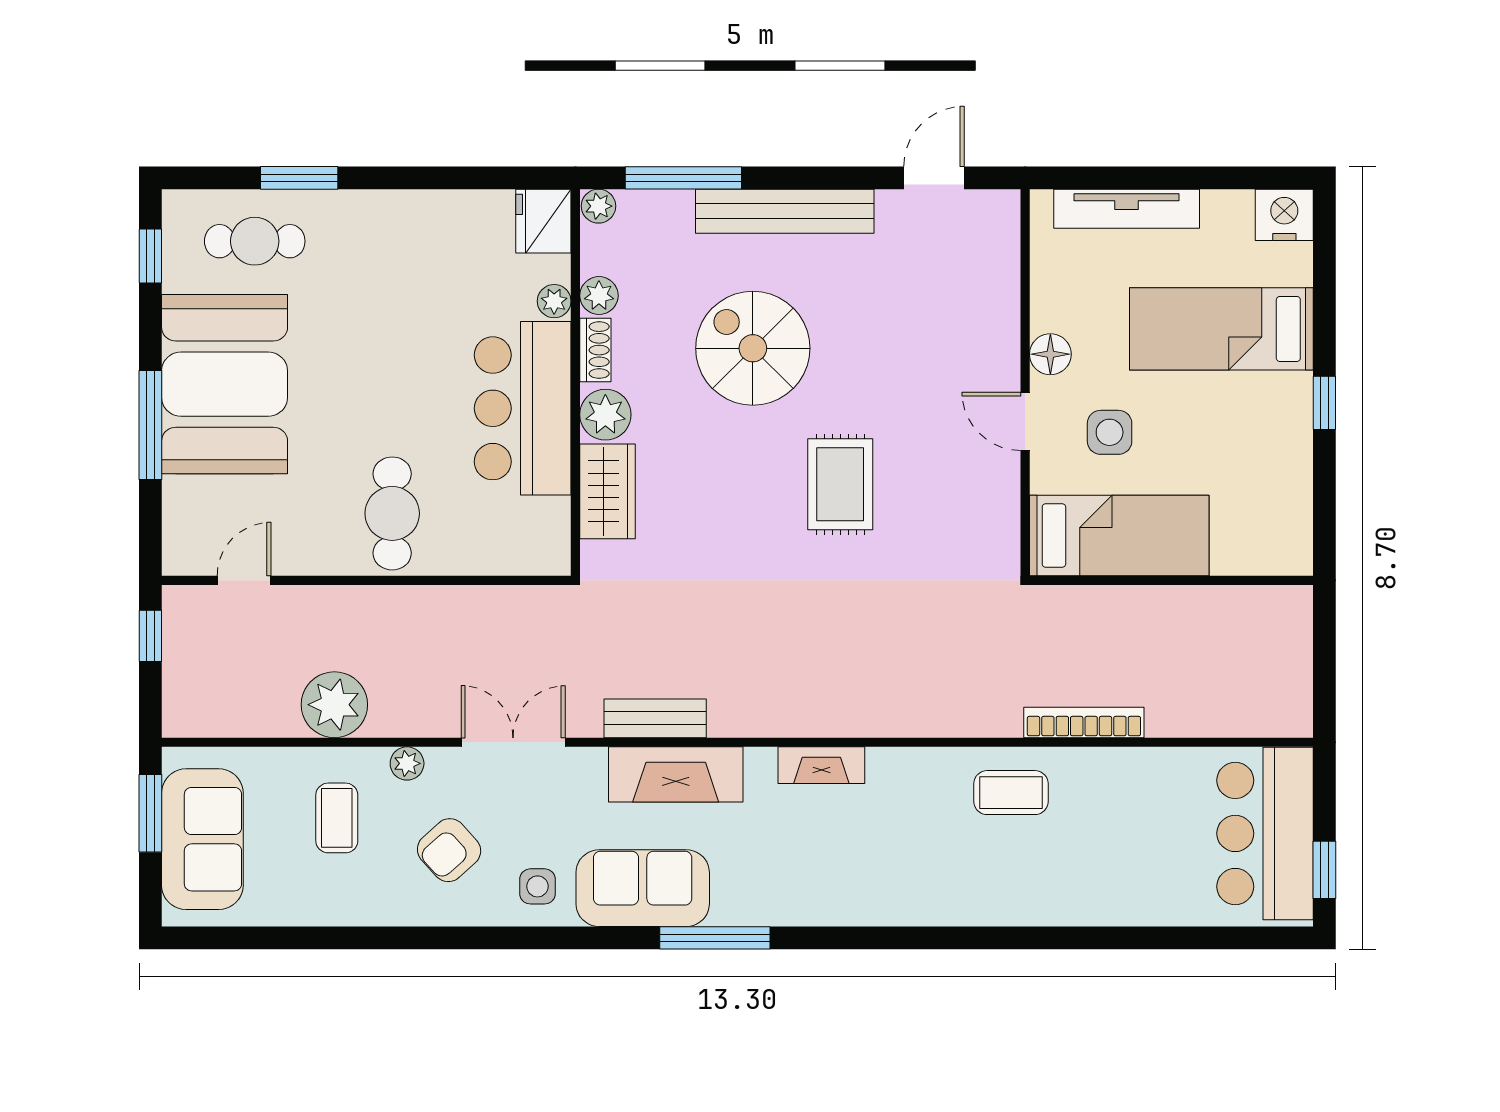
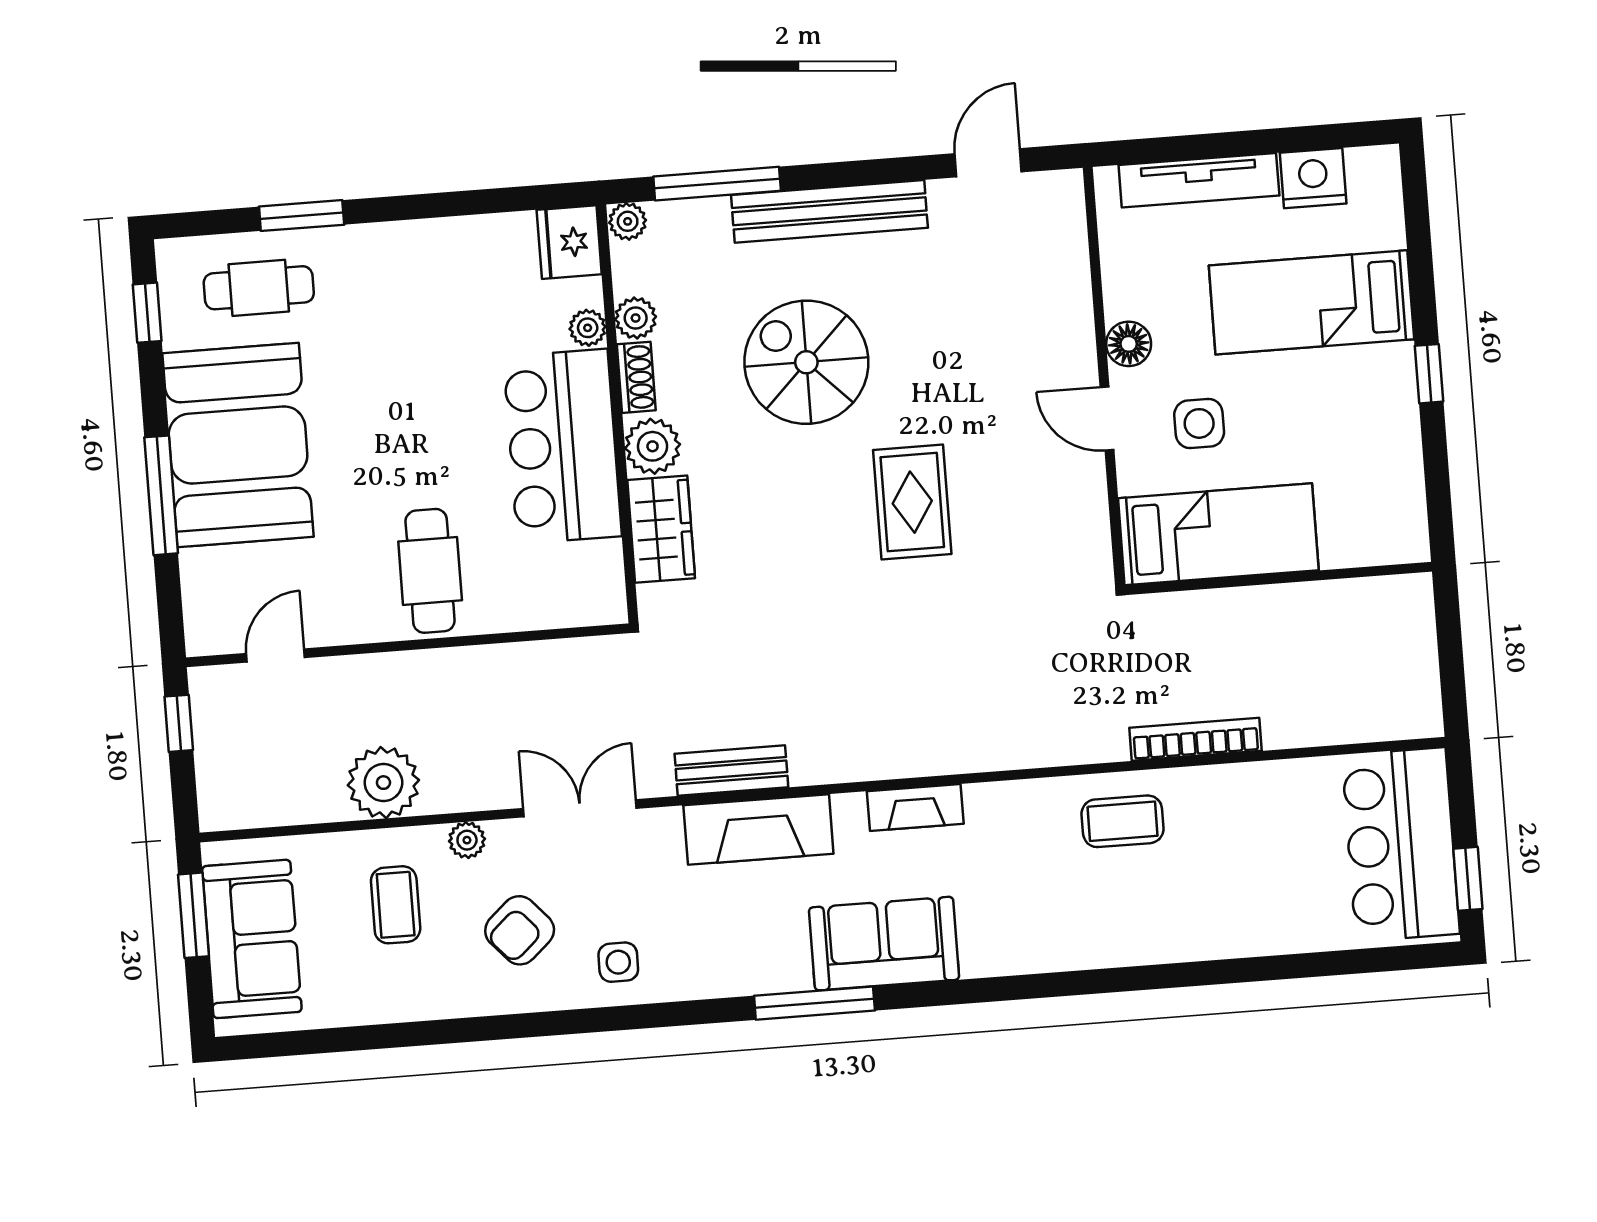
nightstand: (1284, 215) -> (1313, 178), moved
sofa: (643, 888) -> (884, 944), moved

